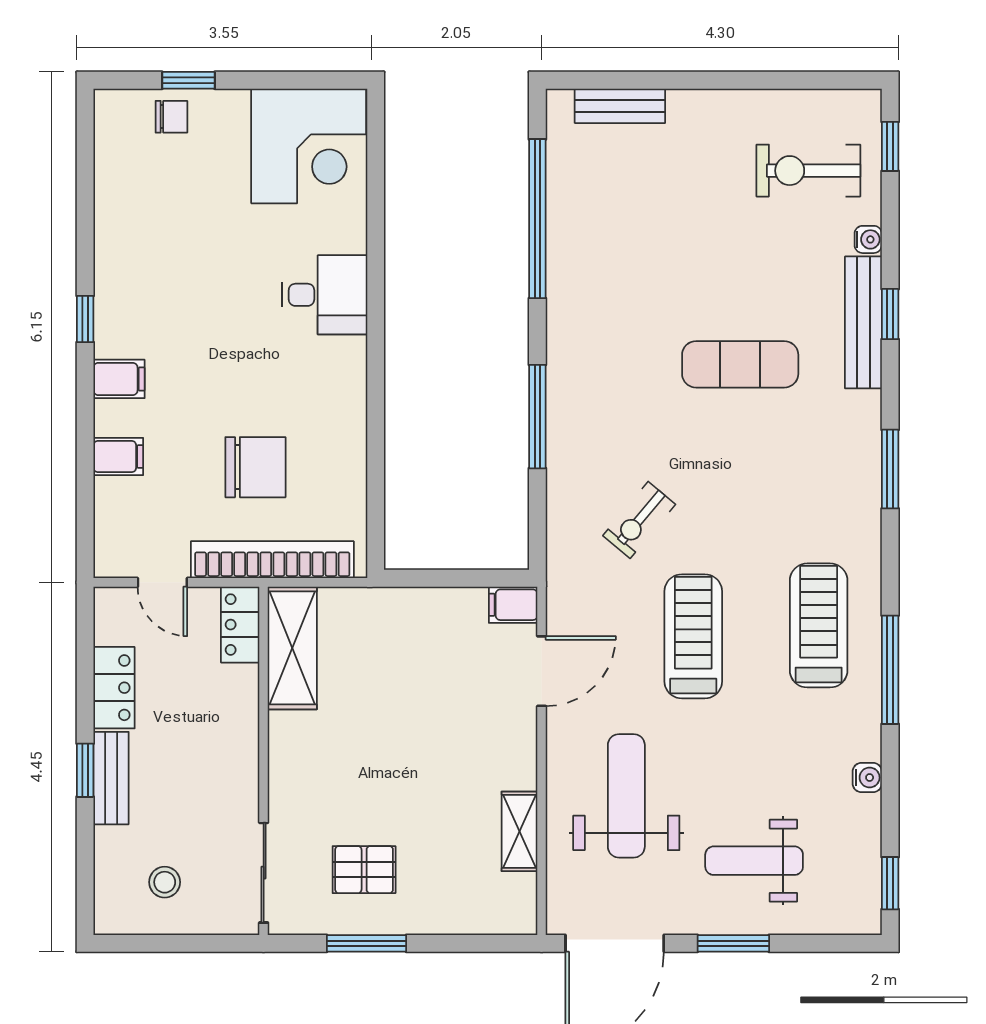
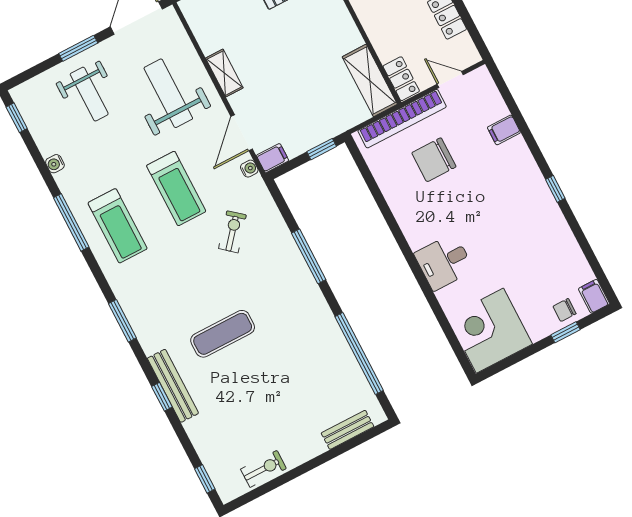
exercise bike: (808, 171) -> (263, 469), moved, width x0.73, depth x0.72
water cooler: (868, 239) -> (249, 169), moved, turned 180
filing cabinet: (119, 379) -> (594, 296), moved, turned 90
window: (427, 578) -> (322, 149), added
weight bench: (626, 796) -> (168, 93), turned 180
shelving: (520, 831) -> (224, 73), moved
weight bench: (754, 861) -> (89, 94), turned 90

